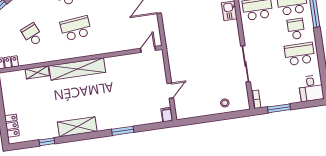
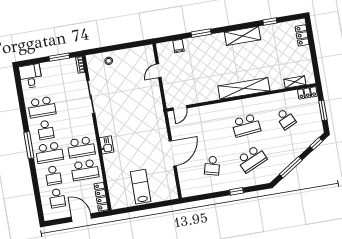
shelving: (37, 72) -> (295, 82), moved
filing cabinet: (167, 115) -> (178, 46), moved

